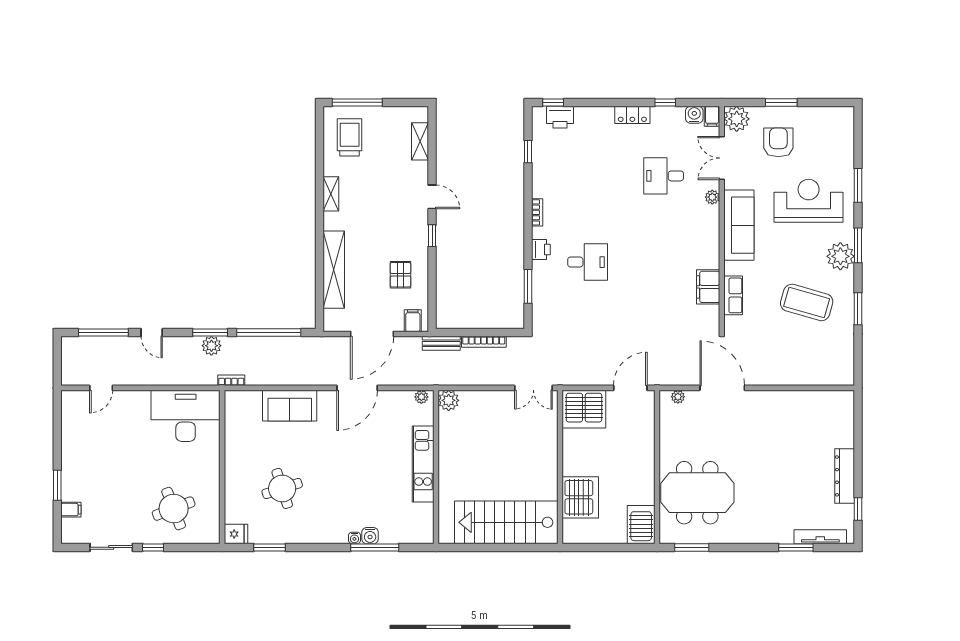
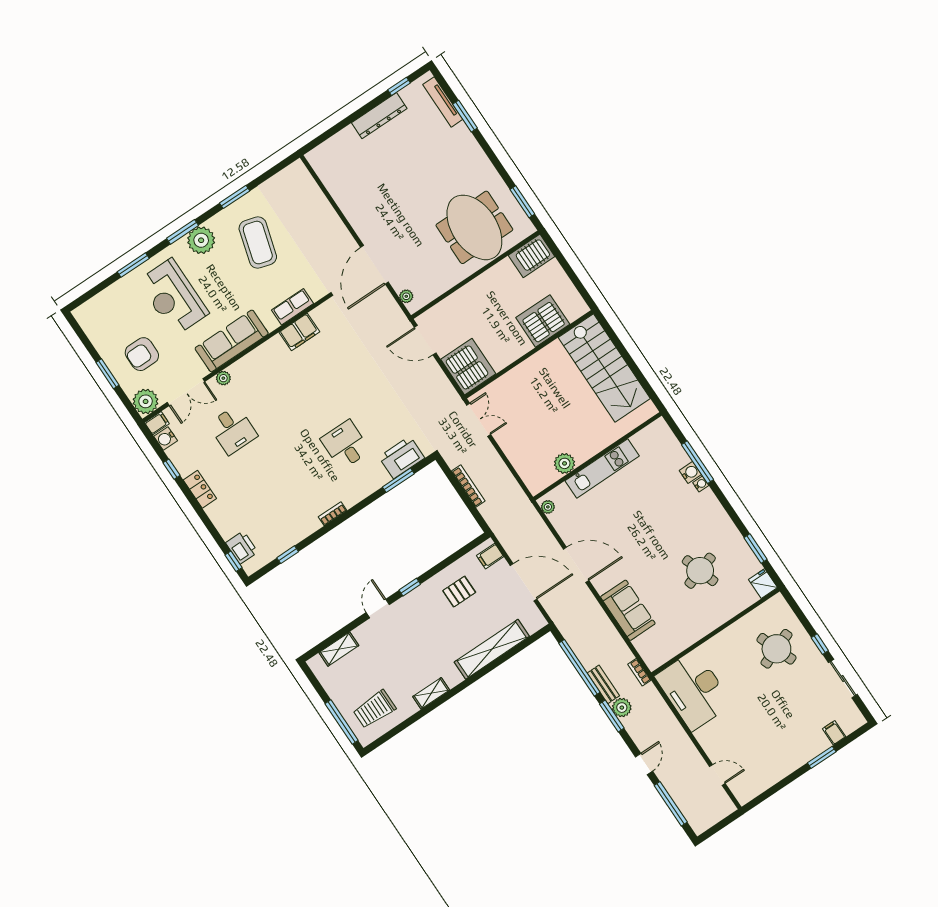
printer: (541, 249) -> (402, 457), moved, width x1.87, depth x1.48
bench: (441, 343) -> (603, 684), moved
plant: (449, 400) -> (564, 463), moved

